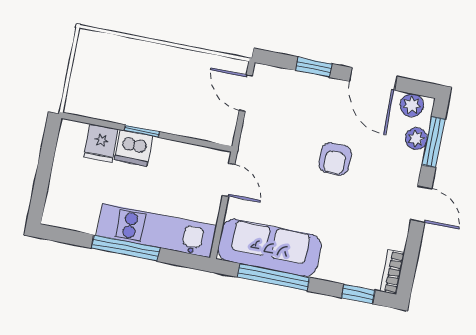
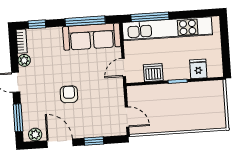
plant: (416, 139) -> (24, 60), moved
dishwasher: (134, 148) -> (153, 73), moved
door: (229, 180) -> (124, 67), hinge flipped
kitchen unit: (156, 231) -> (167, 29), width x1.36
window: (126, 248) -> (150, 17), moved

